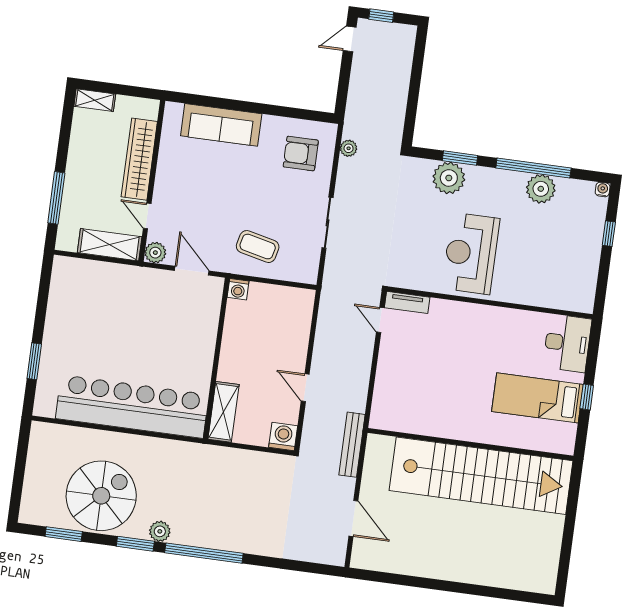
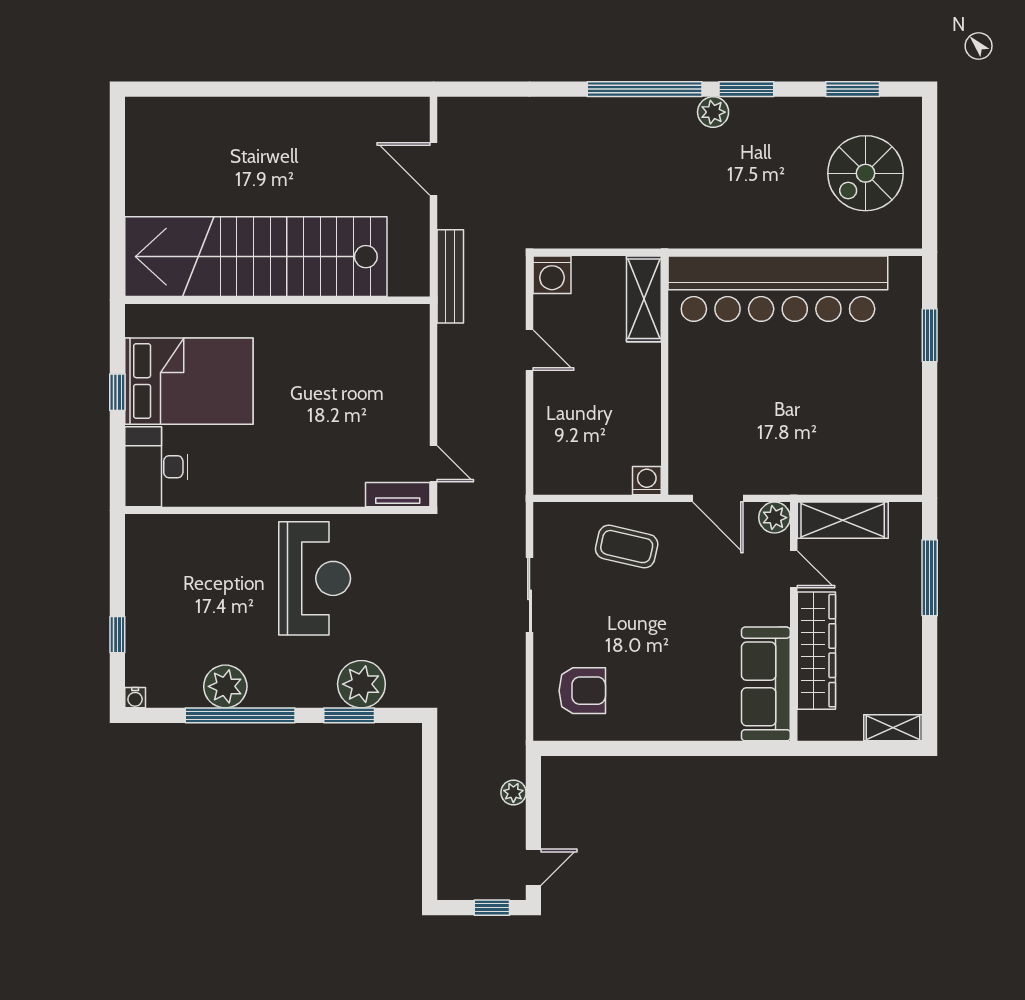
sofa: (221, 125) -> (766, 684), moved, turned -90
plant: (349, 148) -> (513, 793), moved
bed: (537, 398) -> (189, 381), width x1.50
spiral stairs: (101, 496) -> (866, 173), moved, width x0.73, depth x0.73

